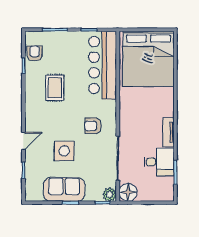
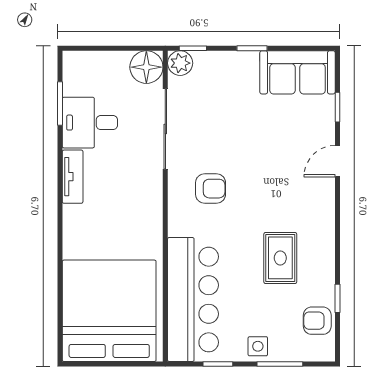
armchair: (35, 53) -> (317, 321), turned 90
side table: (64, 151) -> (258, 346), moved, width x0.54, depth x0.54
sofa: (64, 189) -> (298, 72), moved

